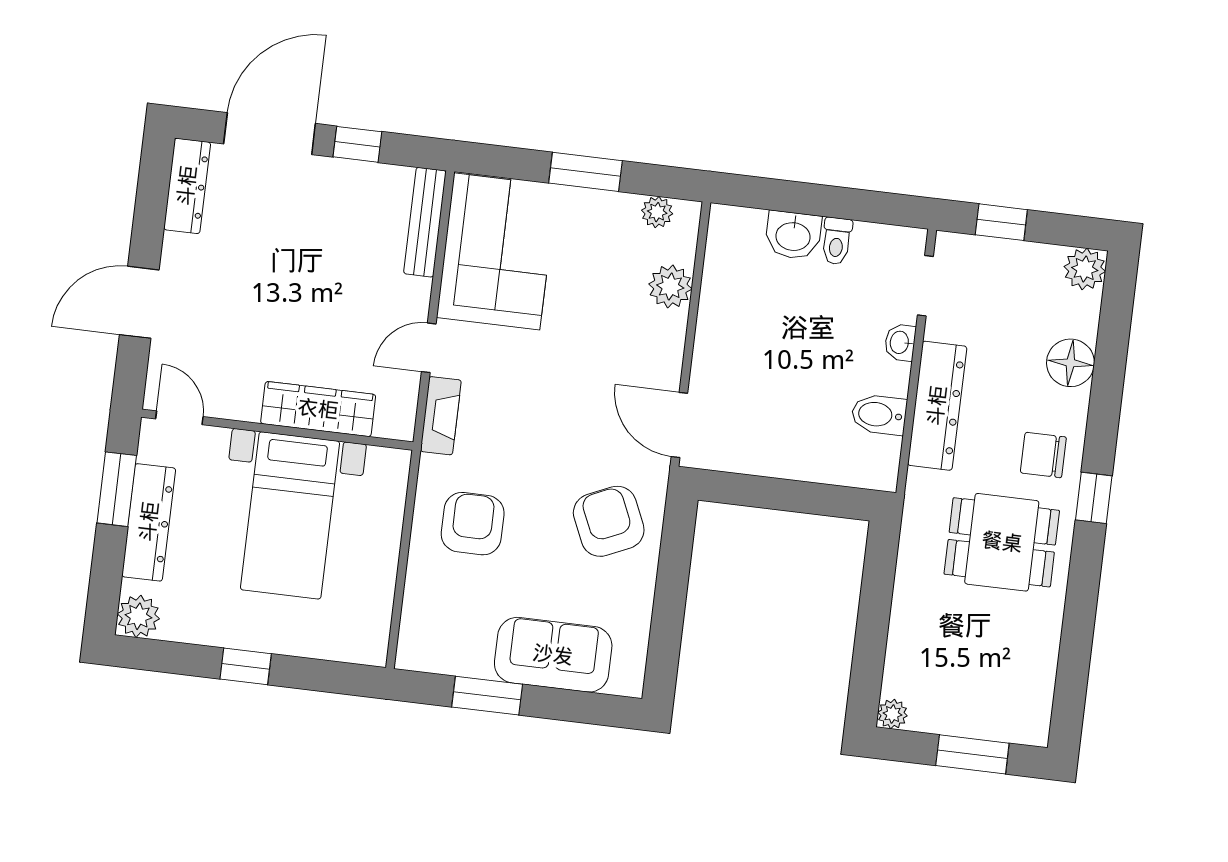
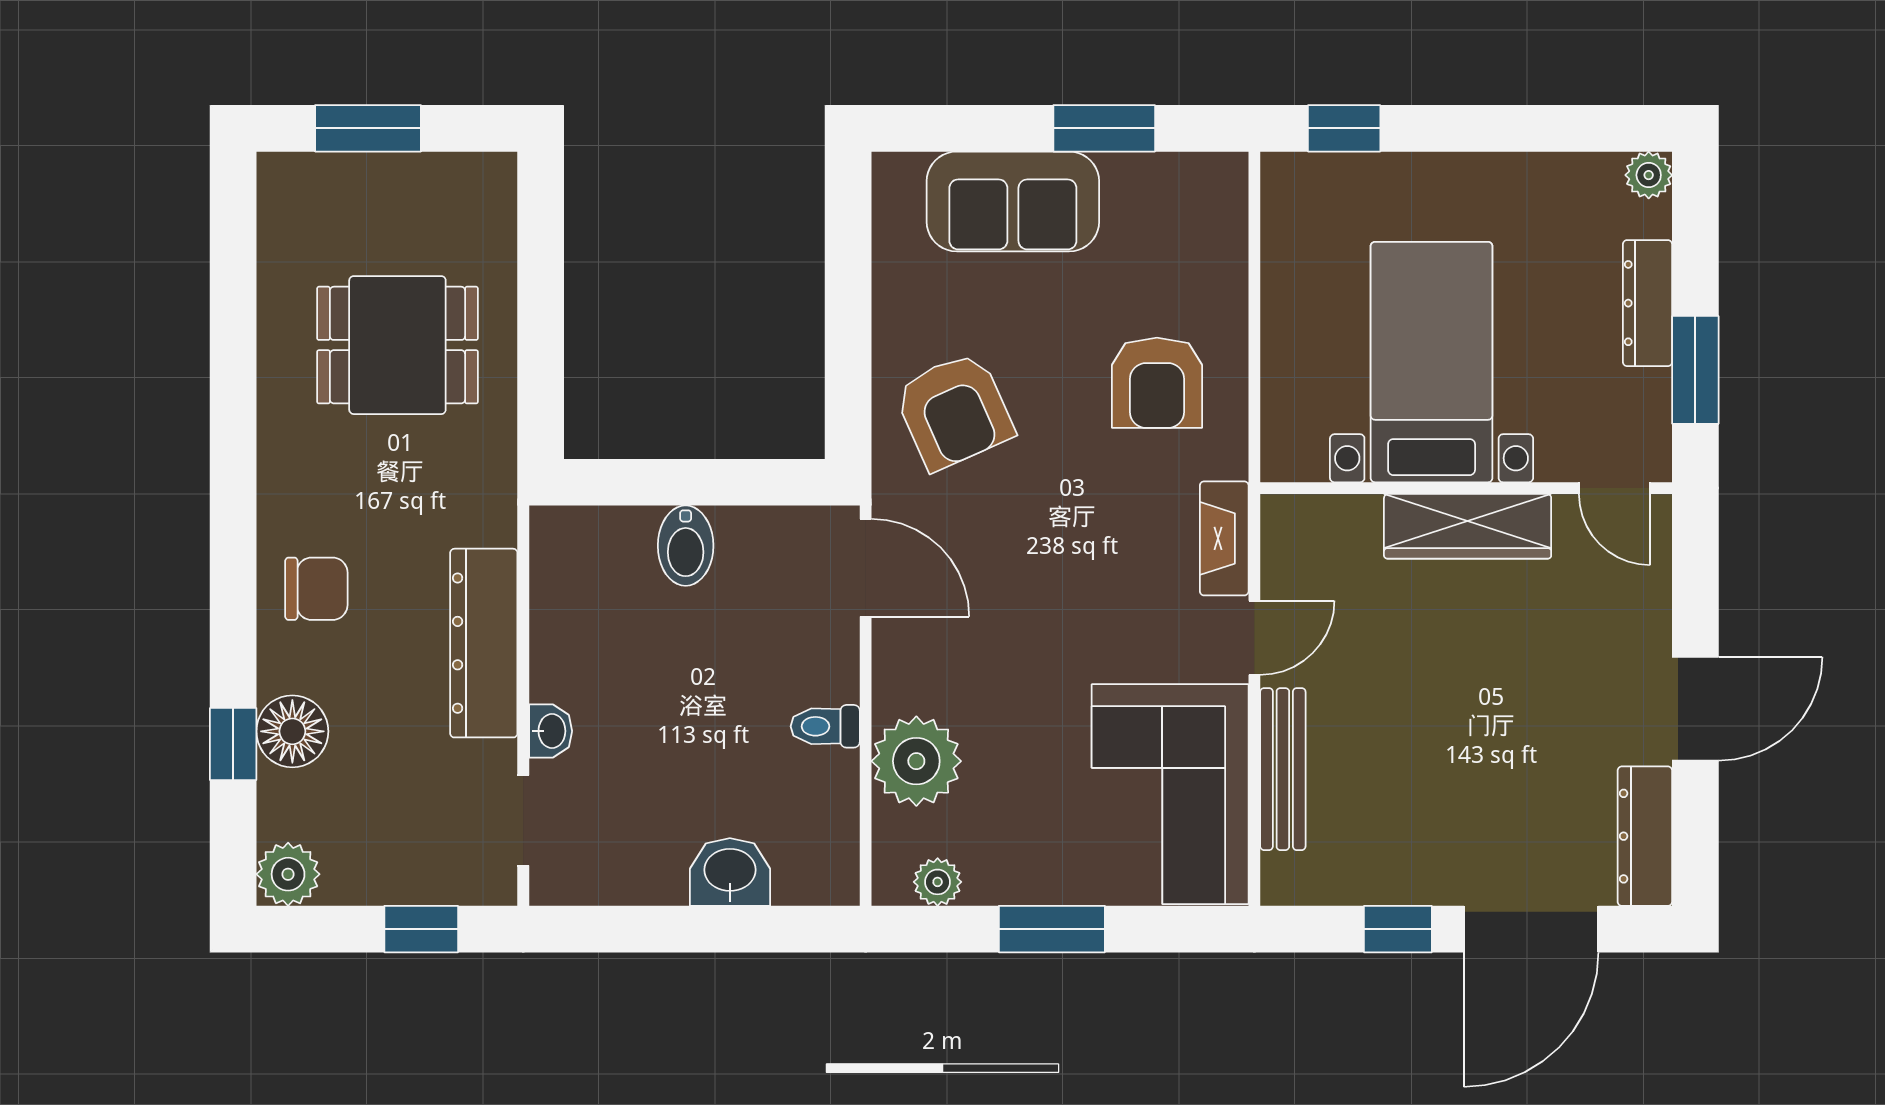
bench: (425, 222) -> (1283, 769), moved
toilet: (837, 241) -> (825, 726), moved, turned -90
plant: (670, 287) -> (916, 761), width x1.36, depth x1.36
door: (139, 302) -> (1695, 709), moved
wardrobe: (318, 409) -> (1468, 526), moved
bidet: (879, 415) -> (686, 546), moved, turned 90
window: (1094, 498) -> (233, 744), moved
dresser: (149, 522) -> (1647, 303), width x0.73, depth x0.80
dining table: (1002, 542) -> (397, 345), moved
plant: (138, 616) -> (1649, 175), width x0.73, depth x0.73
window: (246, 666) -> (1344, 128), moved
plant: (893, 714) -> (495, 174), removed

